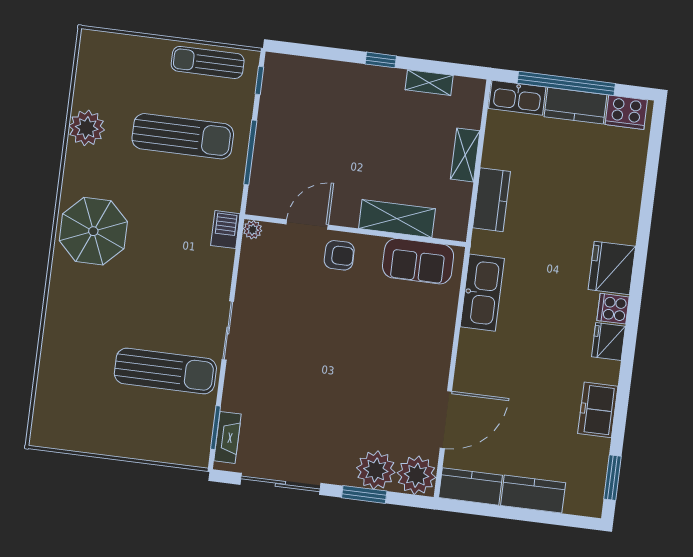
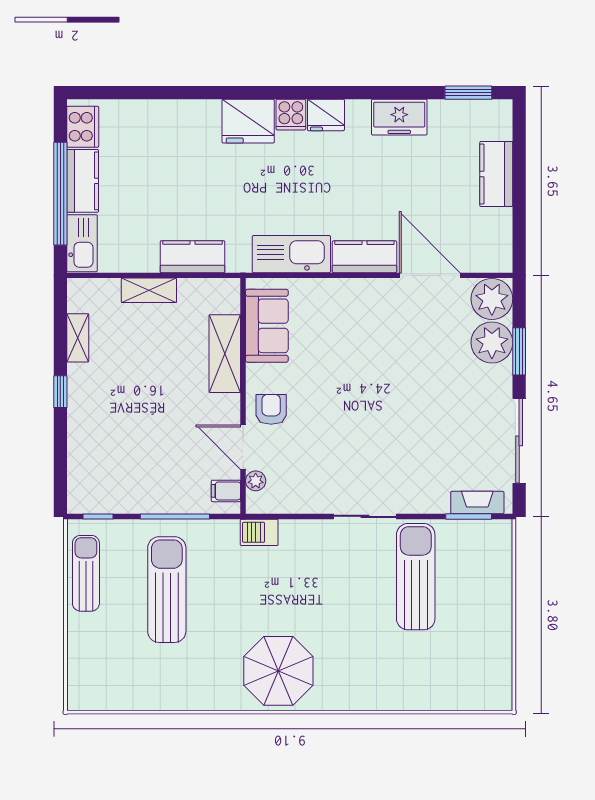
sun lounger: (208, 62) -> (86, 573), turned 180
plant: (87, 128) -> (171, 692), removed
filing cabinet: (268, 203) -> (226, 491), added
plant: (253, 230) -> (256, 481), moved
kitchen counter: (470, 486) -> (364, 257), moved, turned 90

